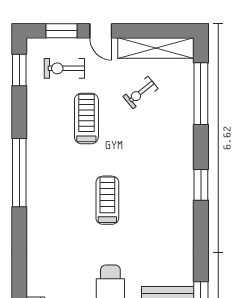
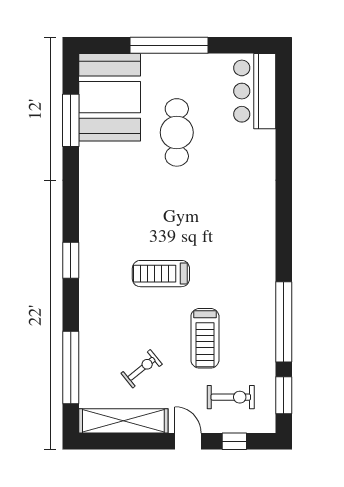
window: (61, 31) -> (234, 441), width x0.67
window: (19, 173) -> (284, 322), moved
treadmill: (107, 200) -> (161, 274), moved, turned 90

